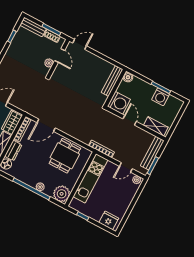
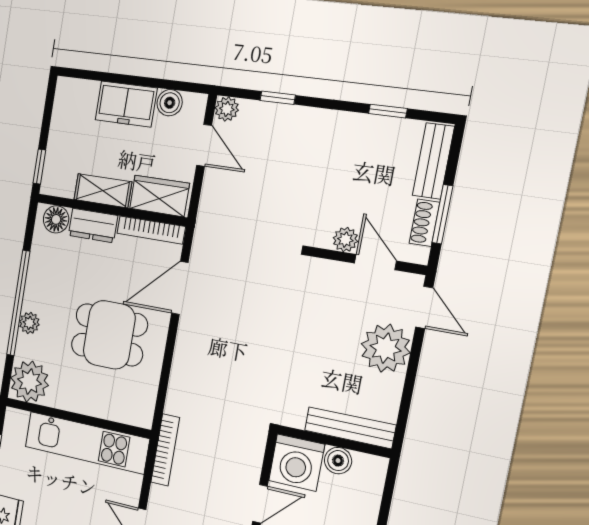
door: (60, 55) -> (375, 262), swing flipped
plant: (89, 61) -> (386, 348), added
boiler: (128, 77) -> (338, 461), moved
door: (46, 125) -> (180, 288), hinge flipped
dining table: (65, 156) -> (109, 335), moved

